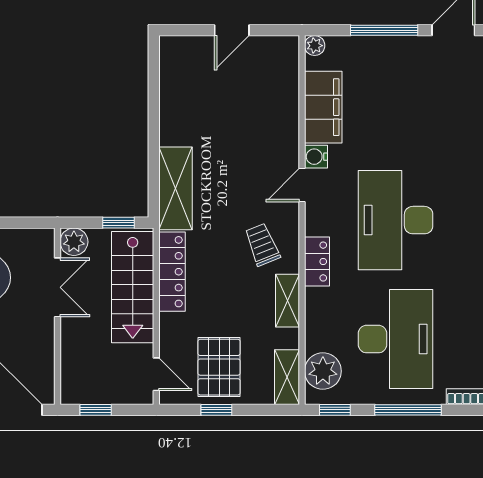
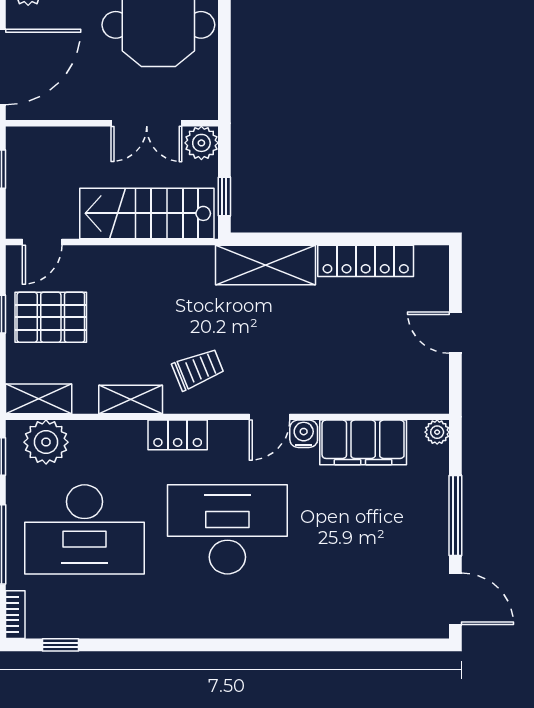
door: (302, 185) -> (270, 417), swing flipped
locker: (172, 272) -> (366, 261), moved

